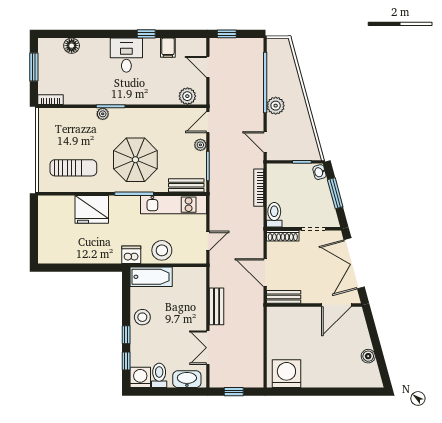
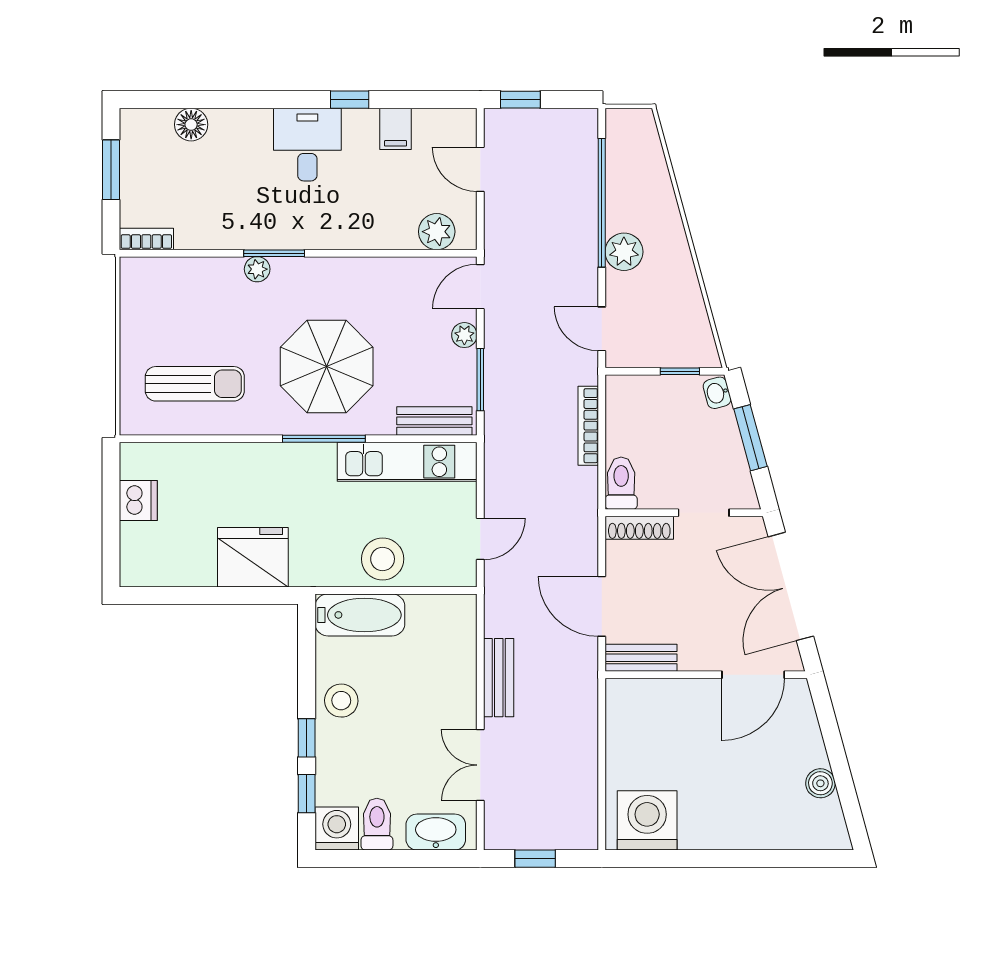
fridge: (92, 209) -> (253, 557), moved, turned 180
dishwasher: (131, 255) -> (138, 500), moved, turned 90

